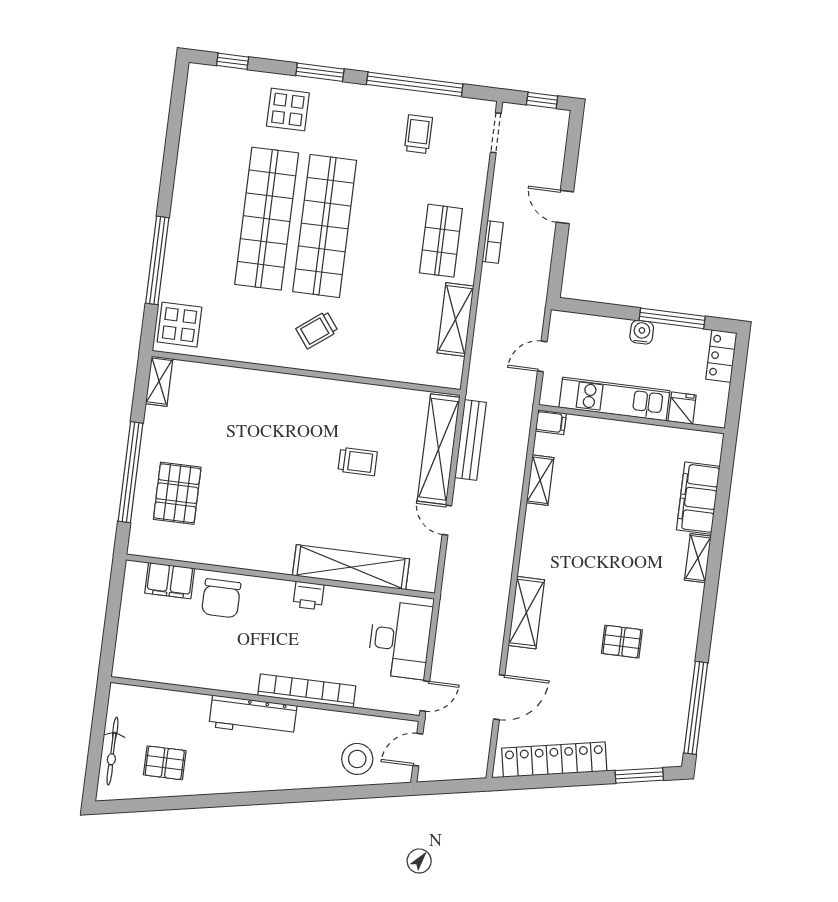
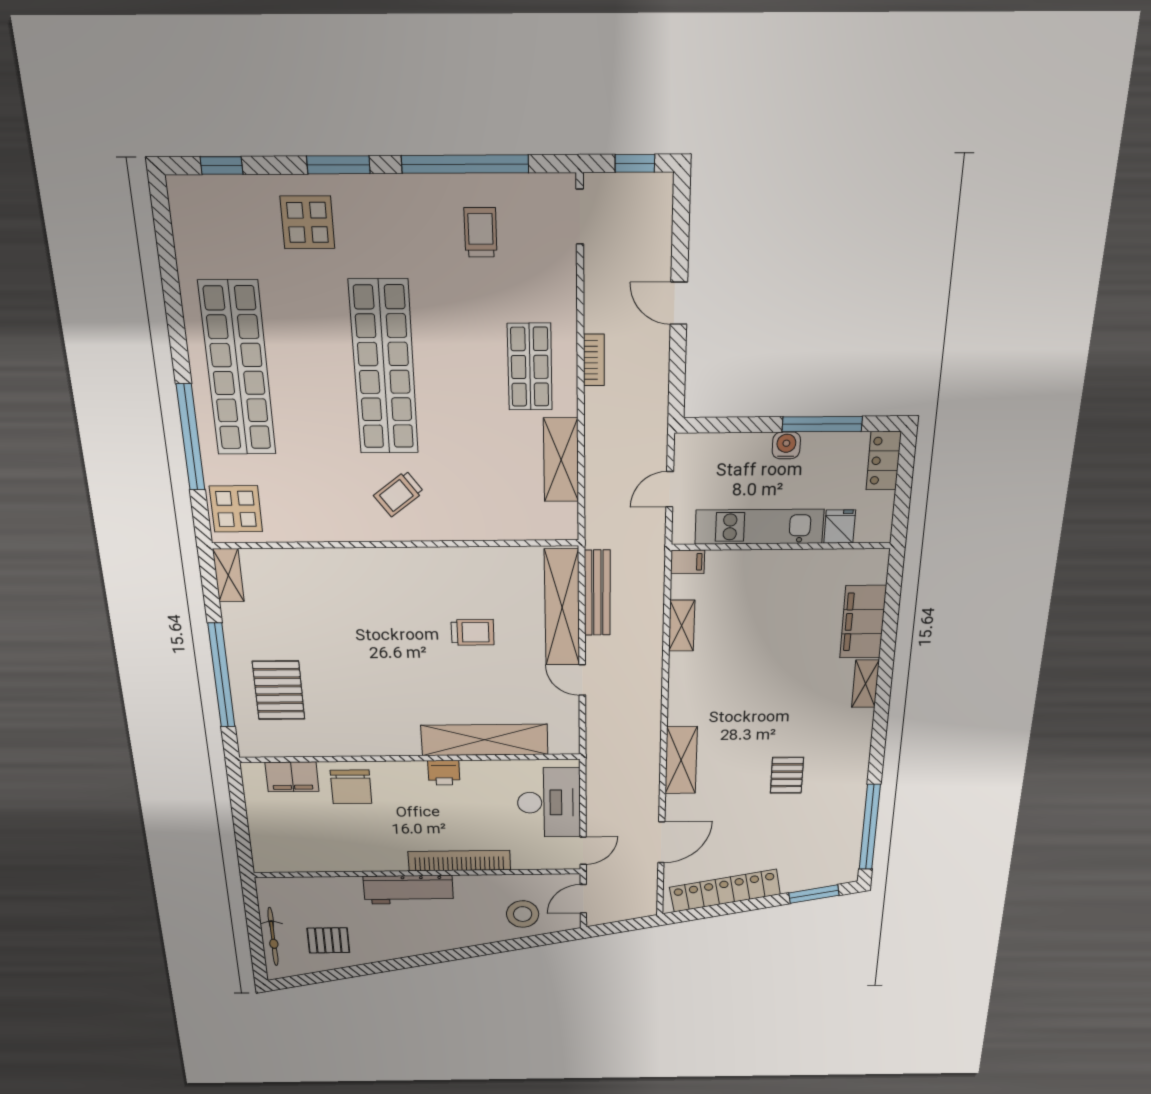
shop shelf: (267, 219) -> (238, 369), moved
pallet: (622, 642) -> (787, 775), turned 90

